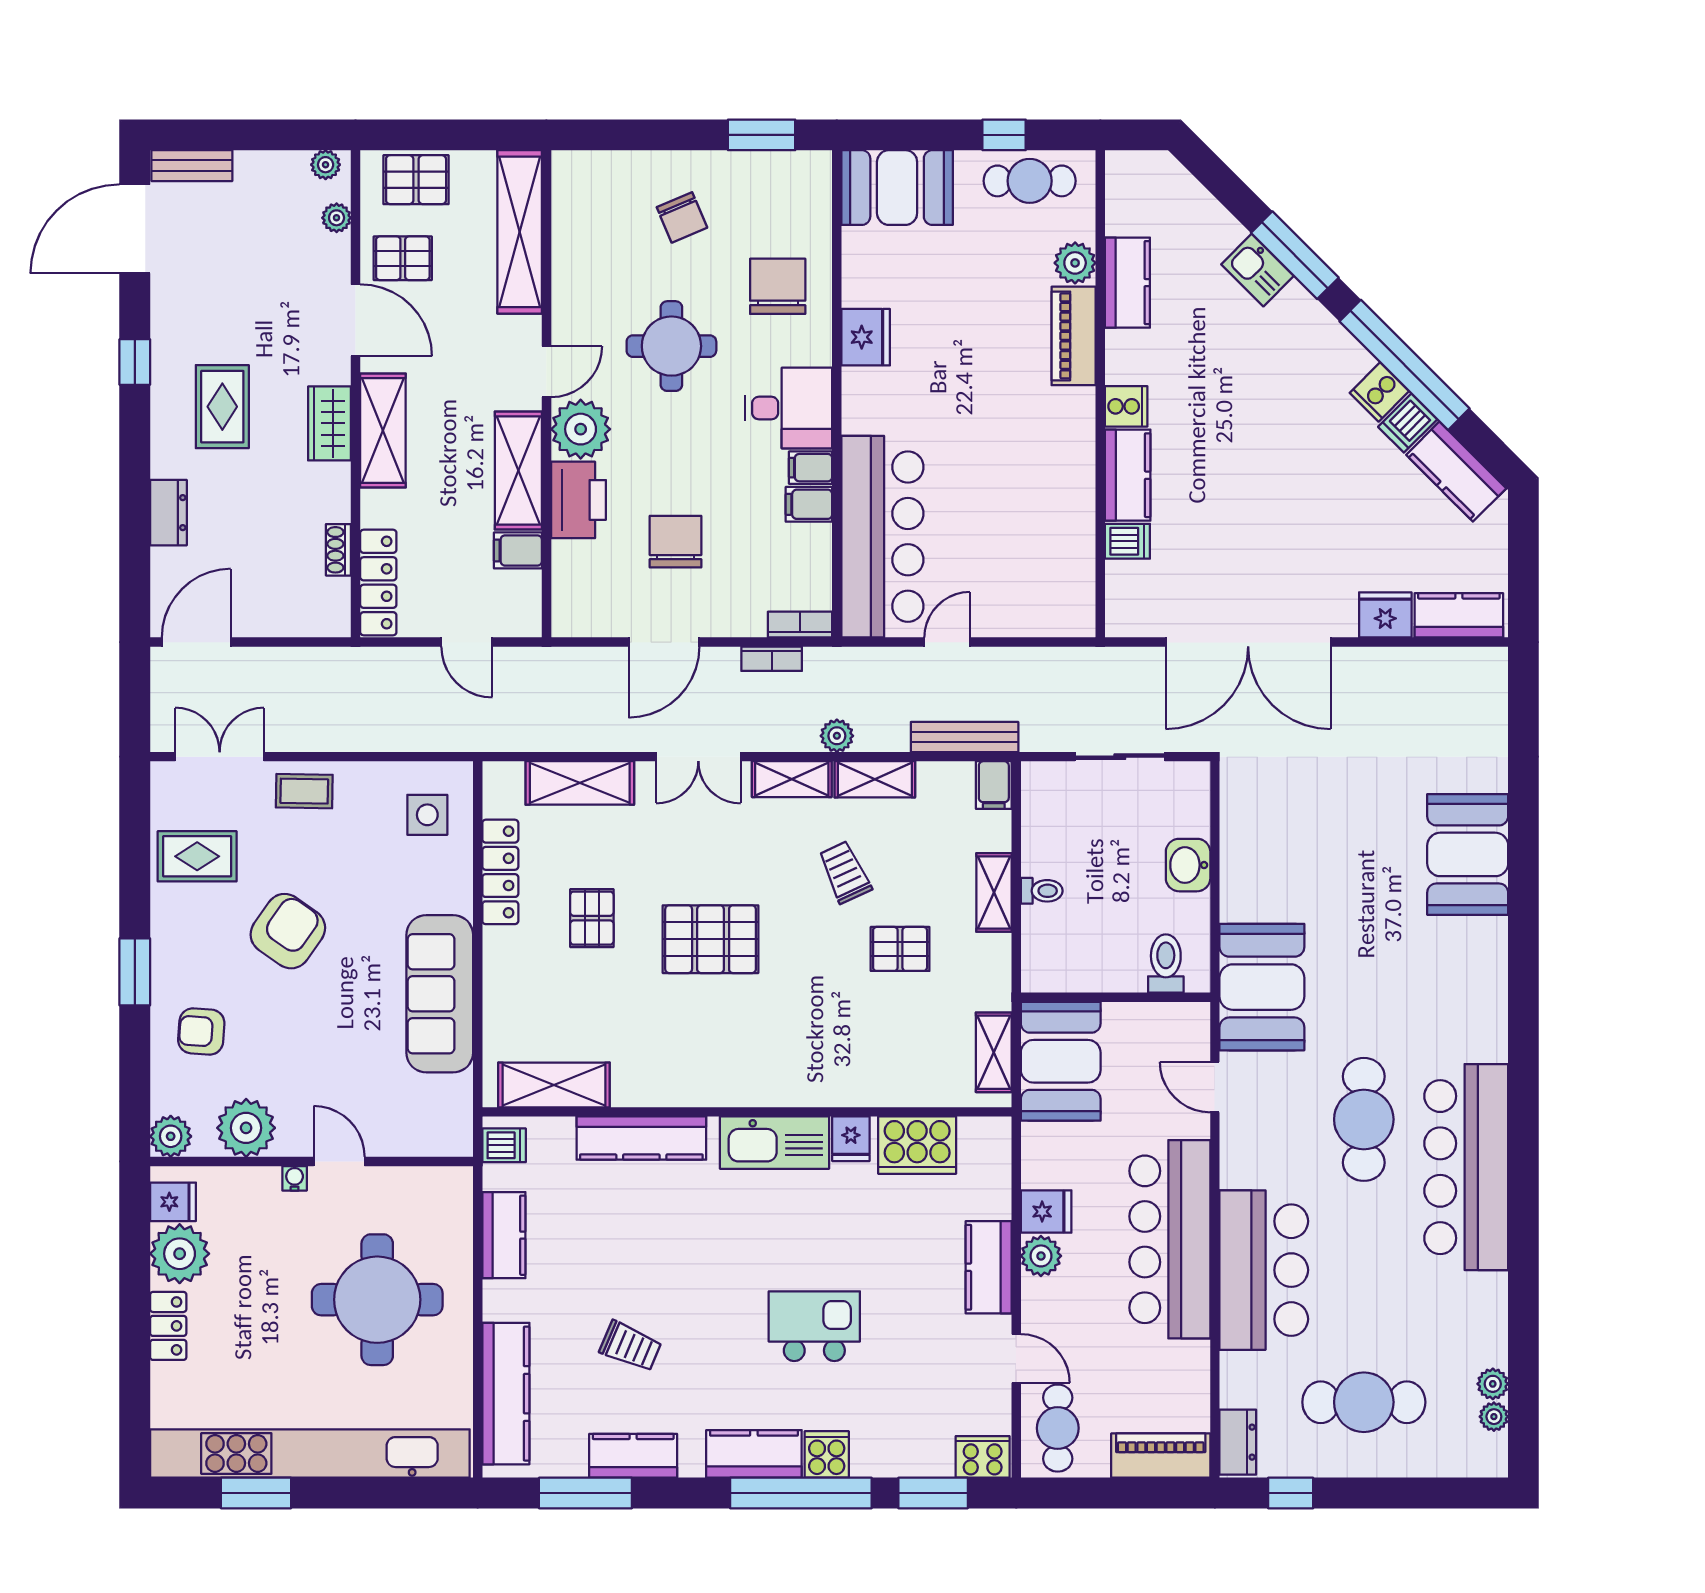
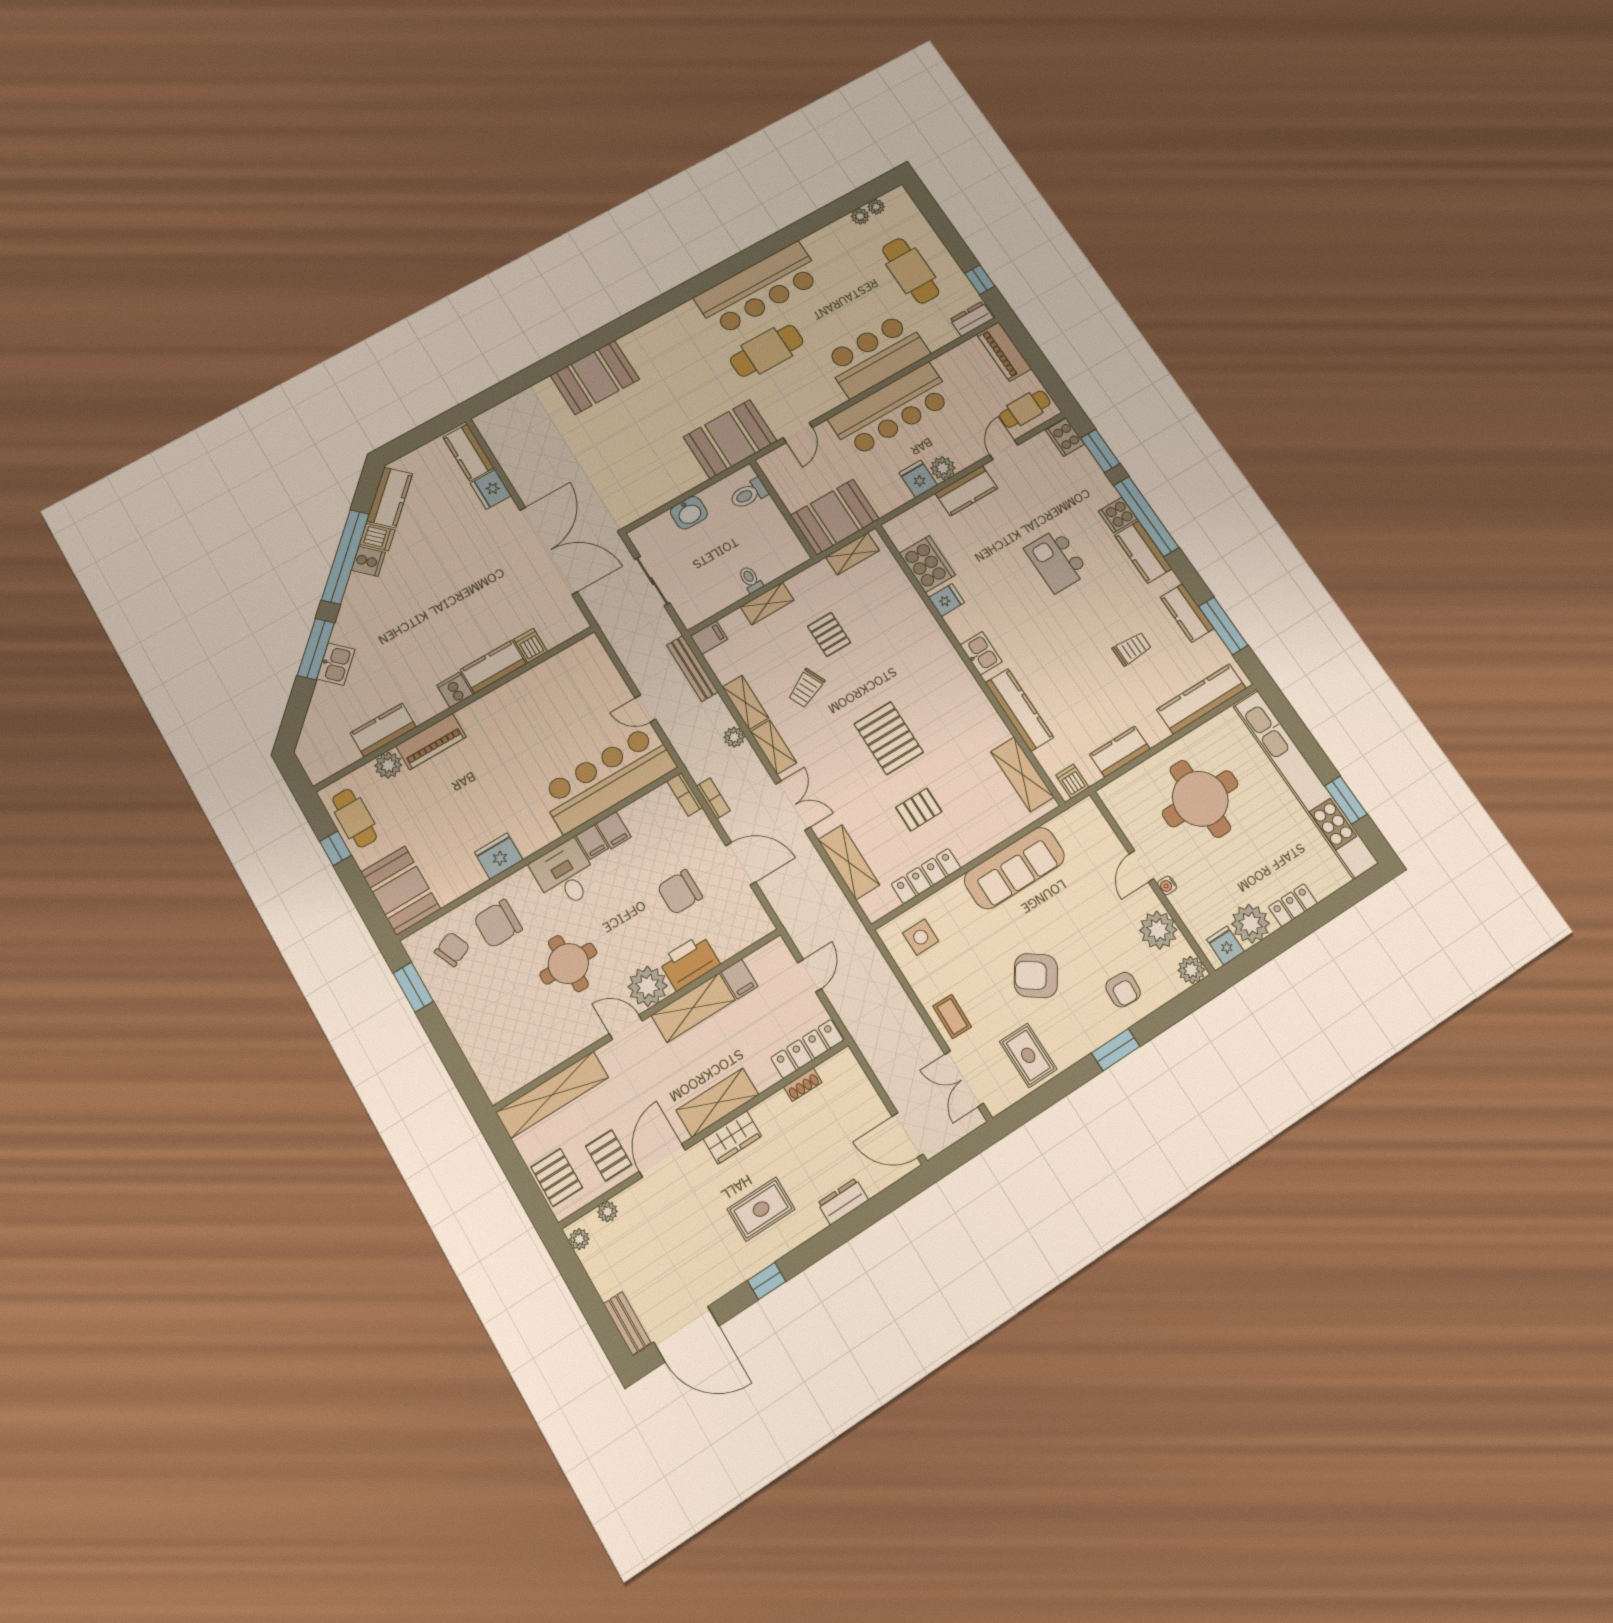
chair: (682, 217) -> (452, 949), moved
kitchen sink: (775, 1143) -> (981, 653), width x0.53, depth x0.81
trolley: (630, 1346) -> (1132, 649), turned 67

